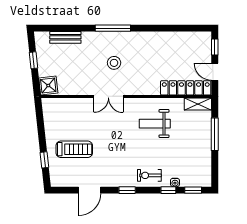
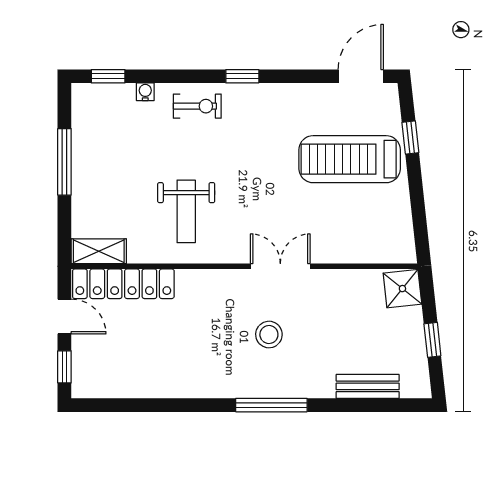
weight bench: (155, 124) -> (186, 211), turned 90
window: (215, 134) -> (64, 162), moved
treadmill: (74, 149) -> (350, 159), width x1.37, depth x1.38
door: (90, 190) -> (361, 76), moved
window: (168, 190) -> (159, 76), removed

